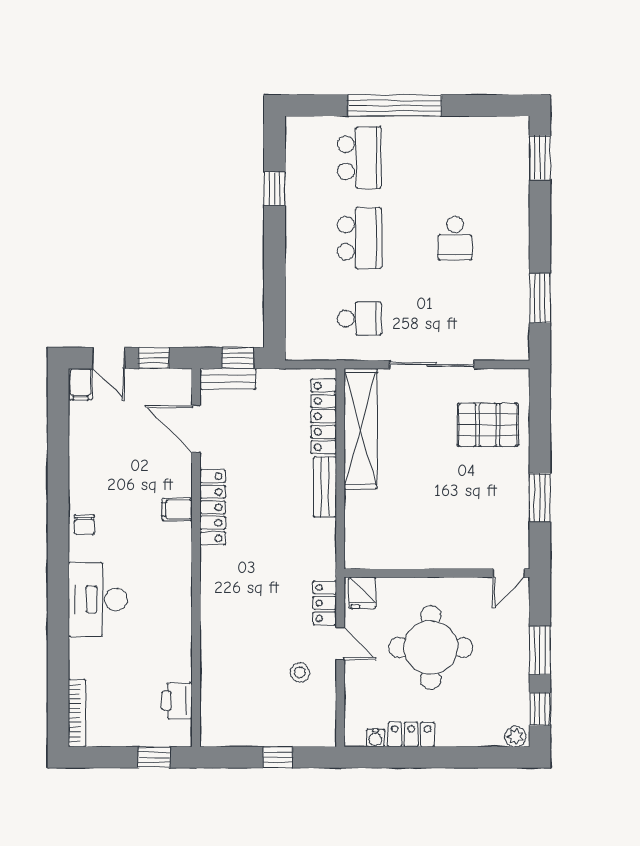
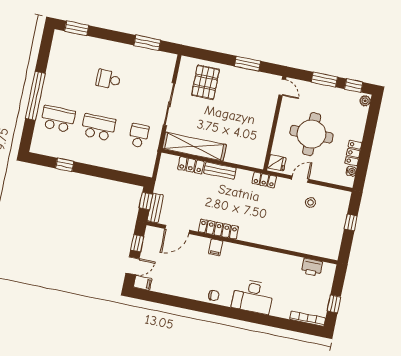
school desk: (455, 238) -> (108, 79), turned 180
locker: (324, 416) -> (191, 165), width x0.66
locker: (325, 603) -> (264, 180), moved
window: (154, 757) -> (334, 304), moved

